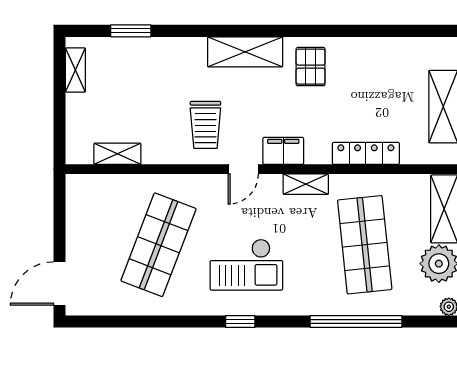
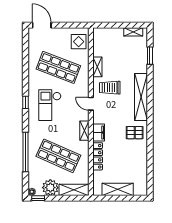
shelving: (245, 52) -> (141, 97), width x1.47
filing cabinet: (283, 151) -> (99, 132), moved
shelving: (117, 154) -> (97, 67), moved
display table: (98, 197) -> (79, 42), added
shop shelf: (365, 245) -> (58, 156), turned 30

